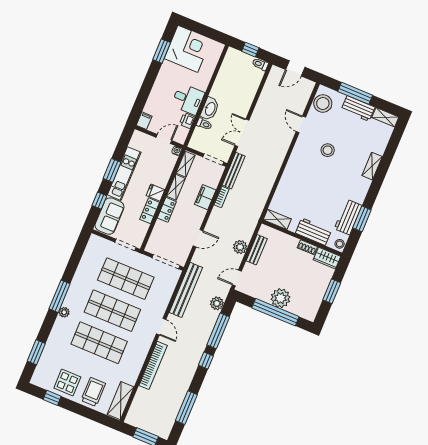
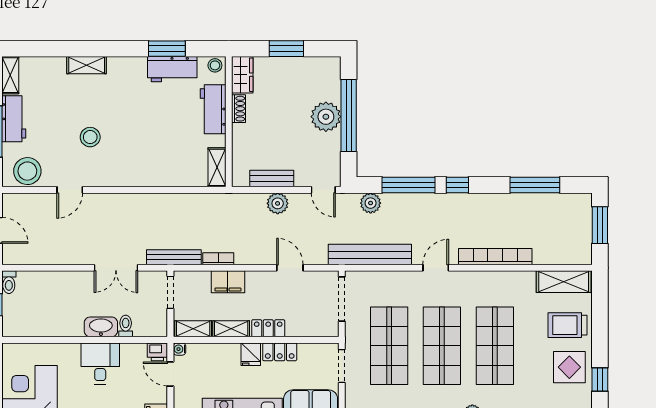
printer: (187, 121) -> (157, 352), moved

